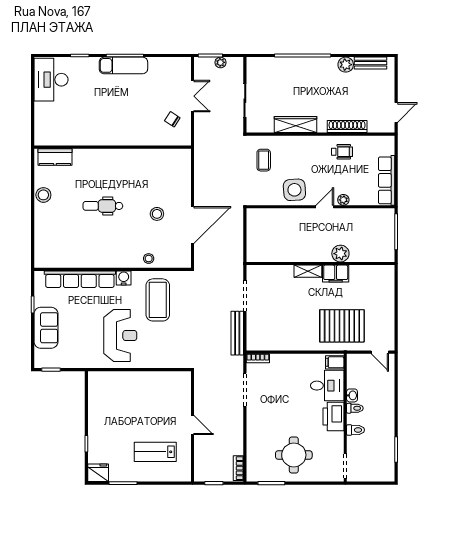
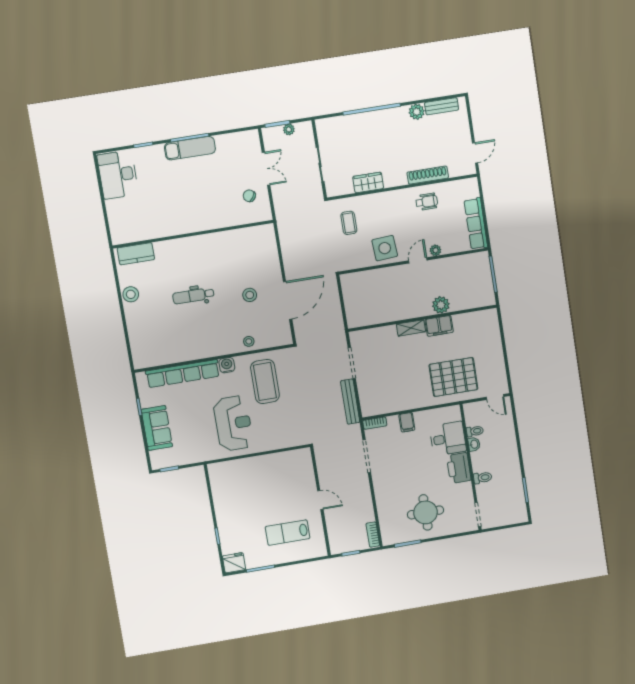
wardrobe: (295, 124) -> (368, 182), width x0.67
filing cabinet: (335, 362) -> (407, 422), moved, turned -90
toilet: (355, 408) -> (475, 431), moved

